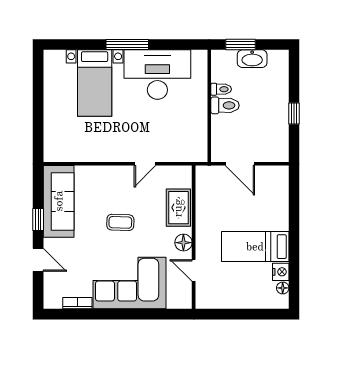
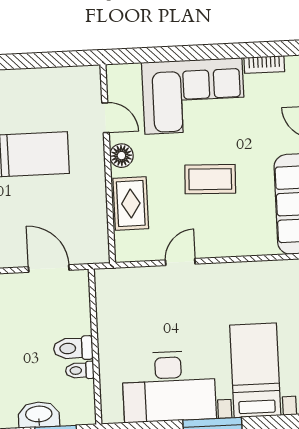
coffee table: (120, 222) -> (210, 179), width x1.36, depth x1.30

